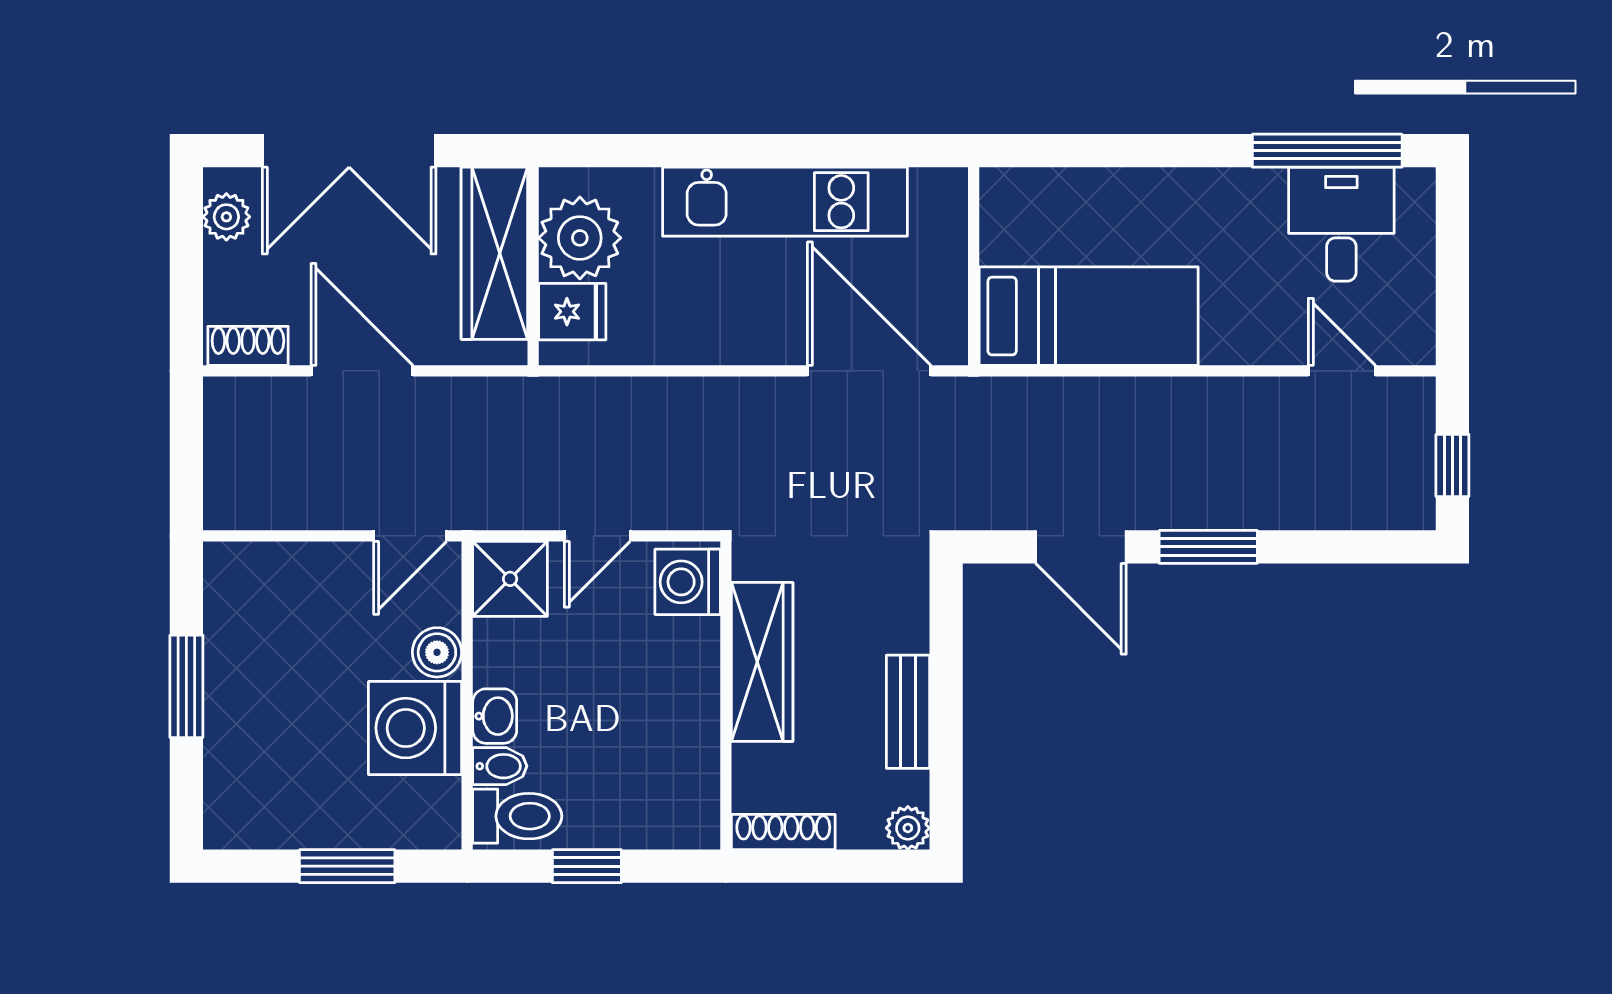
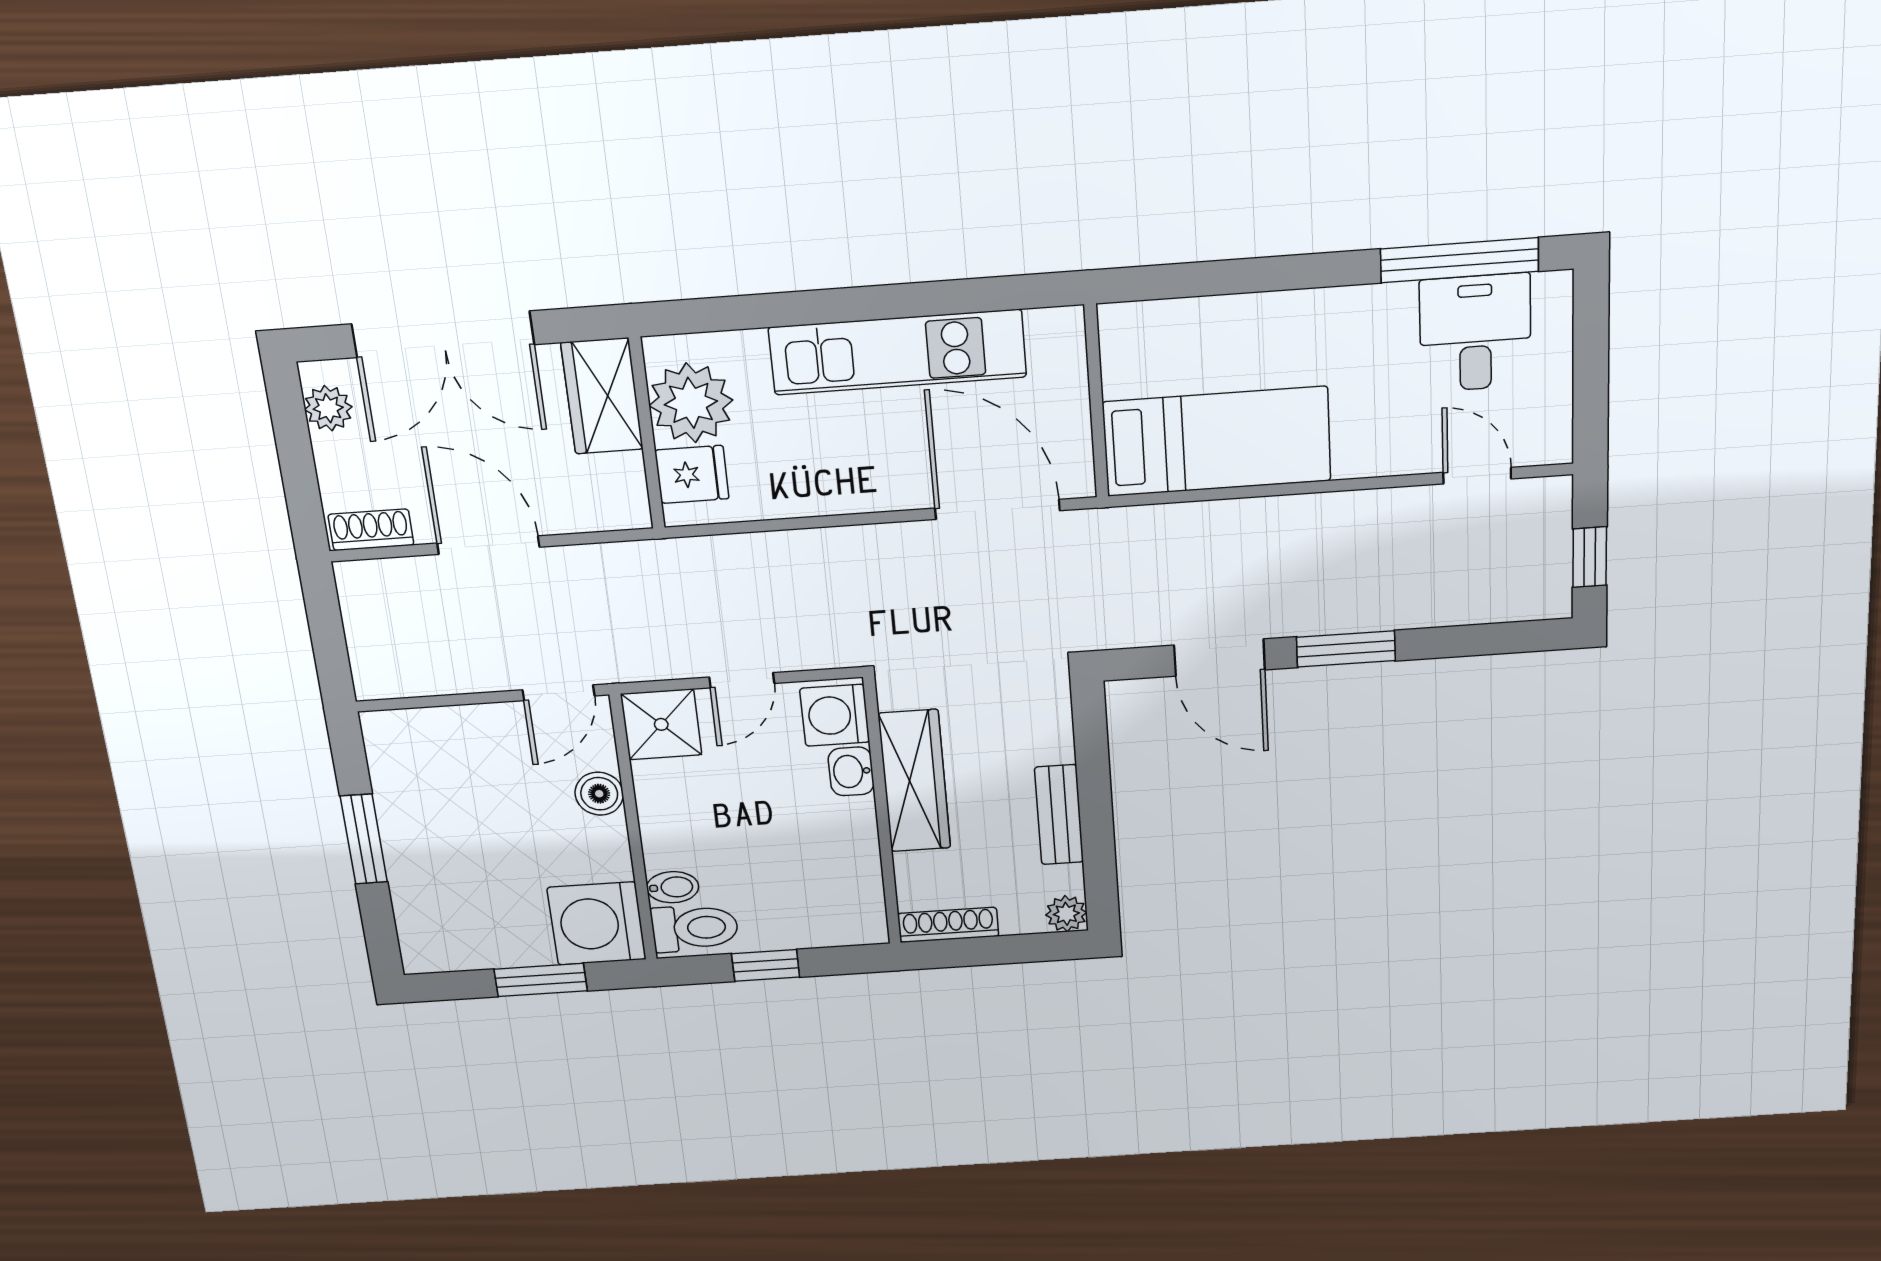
wardrobe: (494, 253) -> (602, 396), width x0.67
washbasin: (495, 716) -> (851, 771), moved, turned 180
washing machine: (415, 728) -> (597, 923), moved

